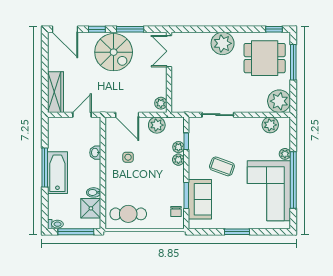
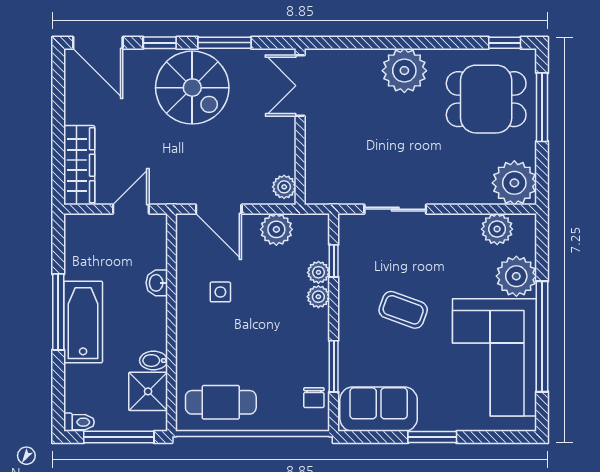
plant: (285, 154) -> (516, 276), width x1.88, depth x1.88
sofa: (200, 199) -> (379, 409), moved, turned -90

